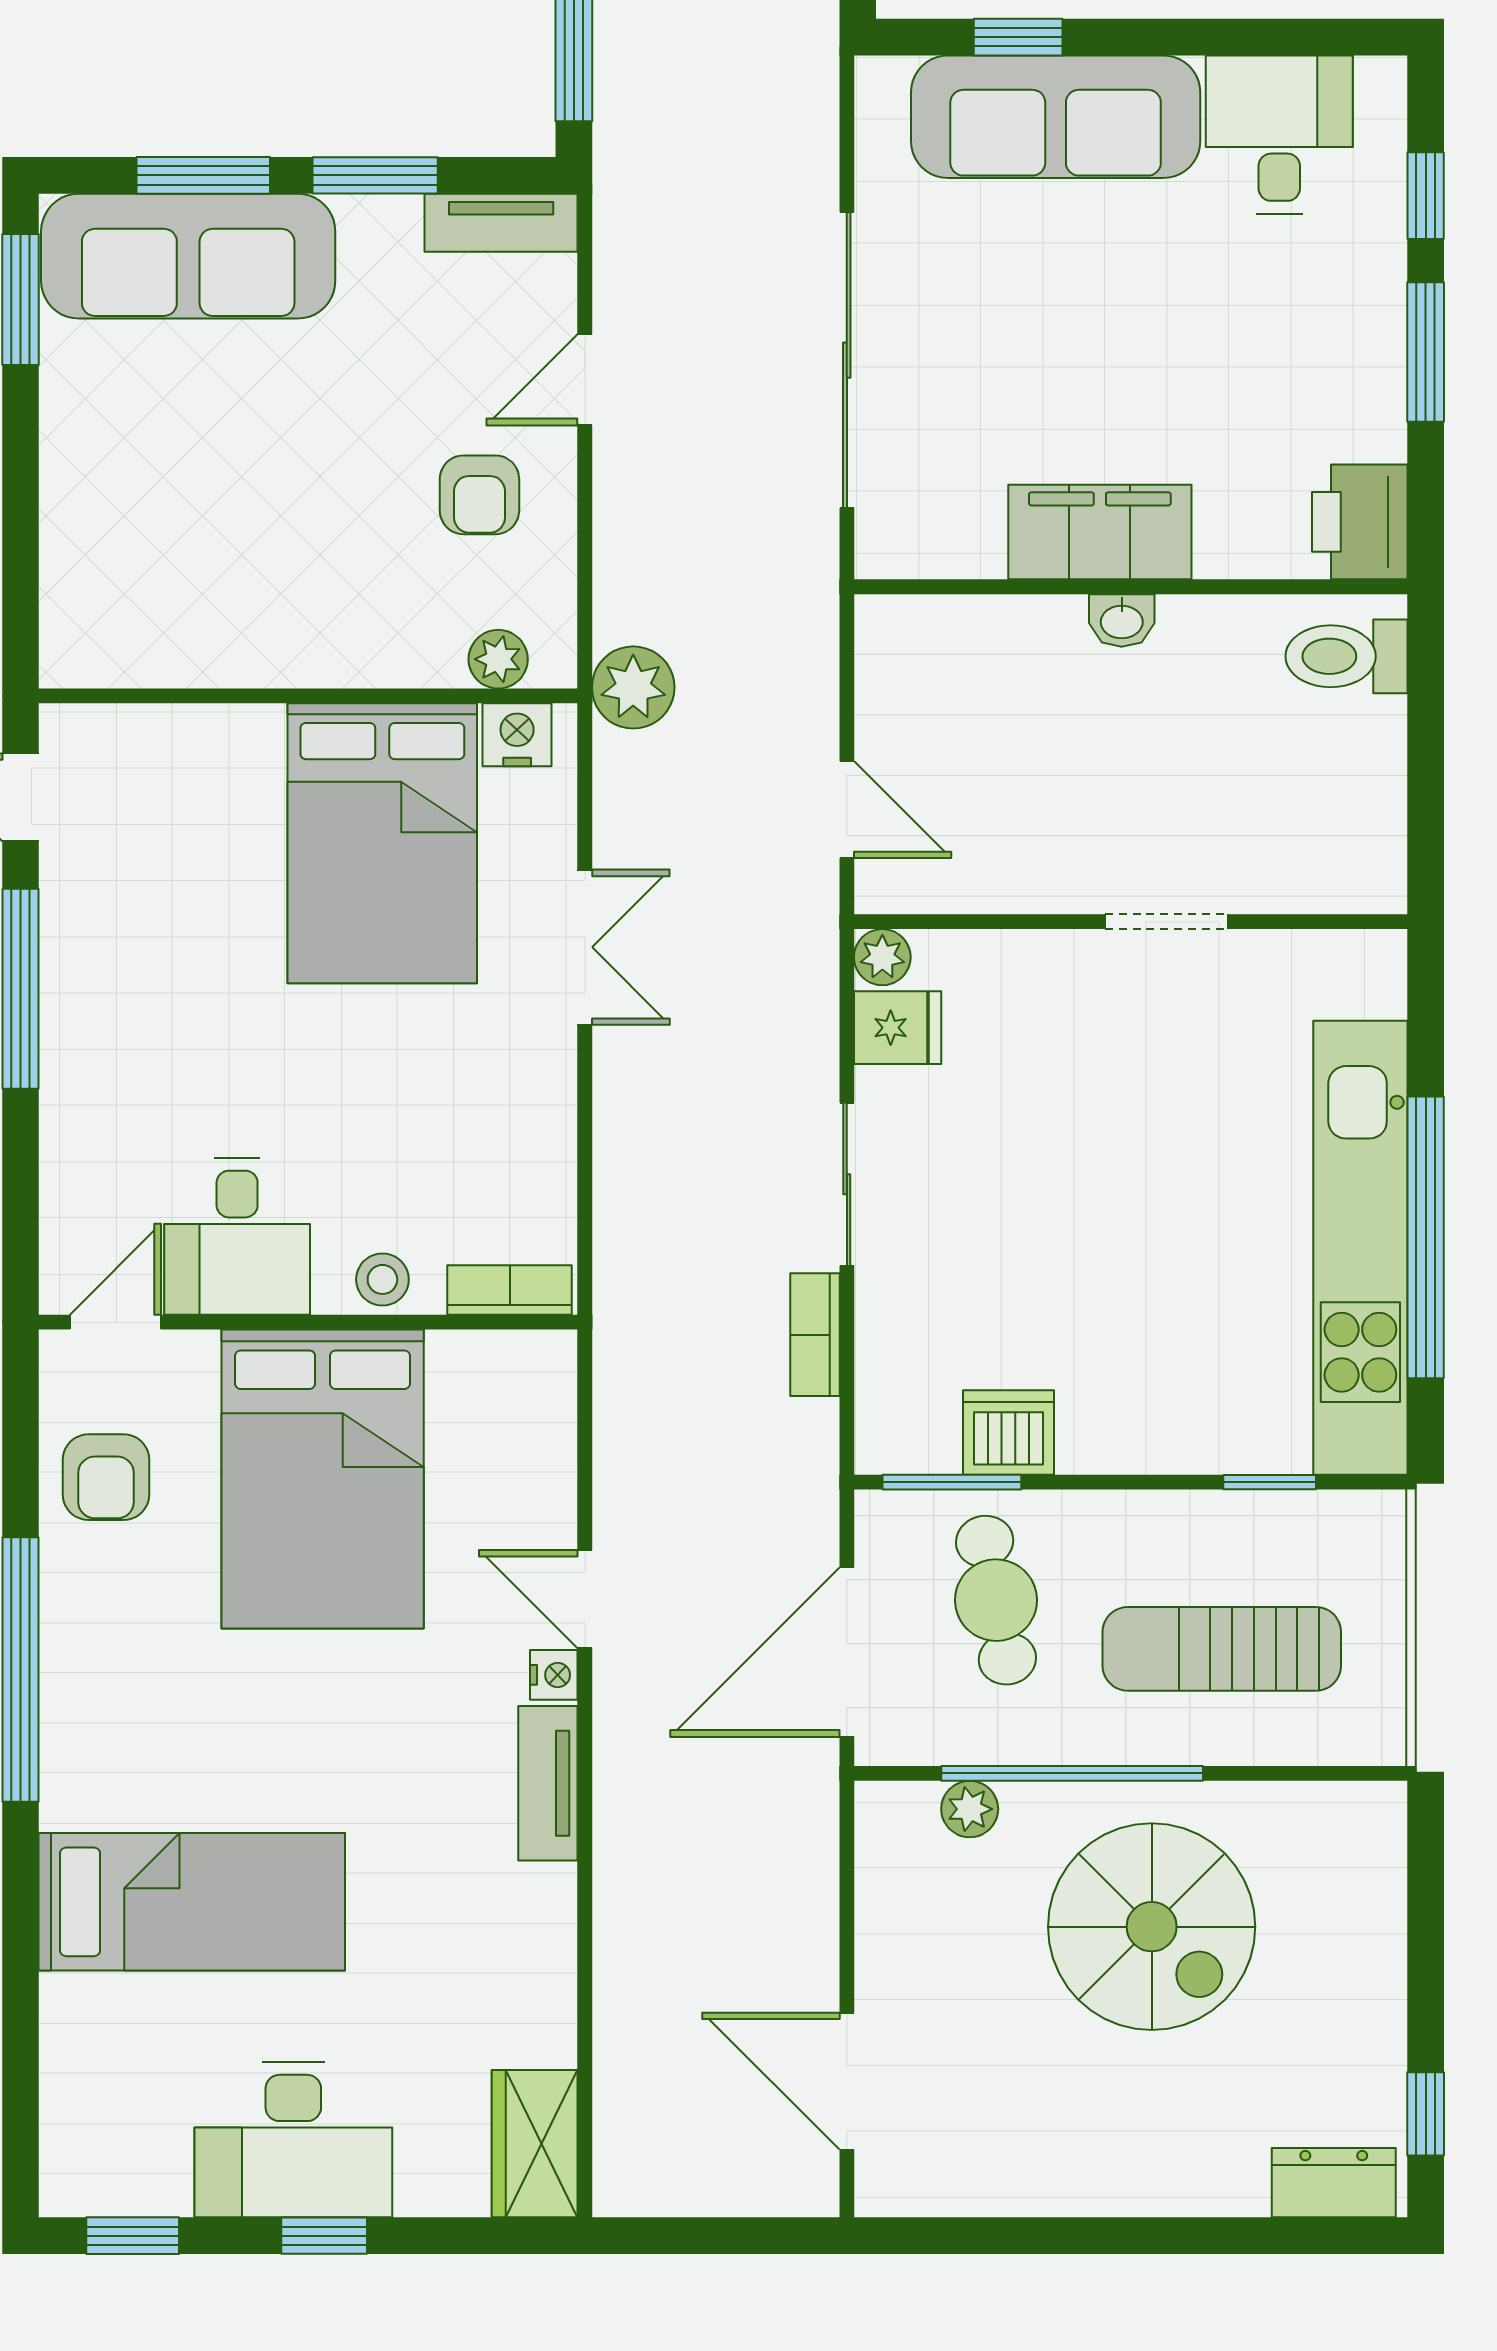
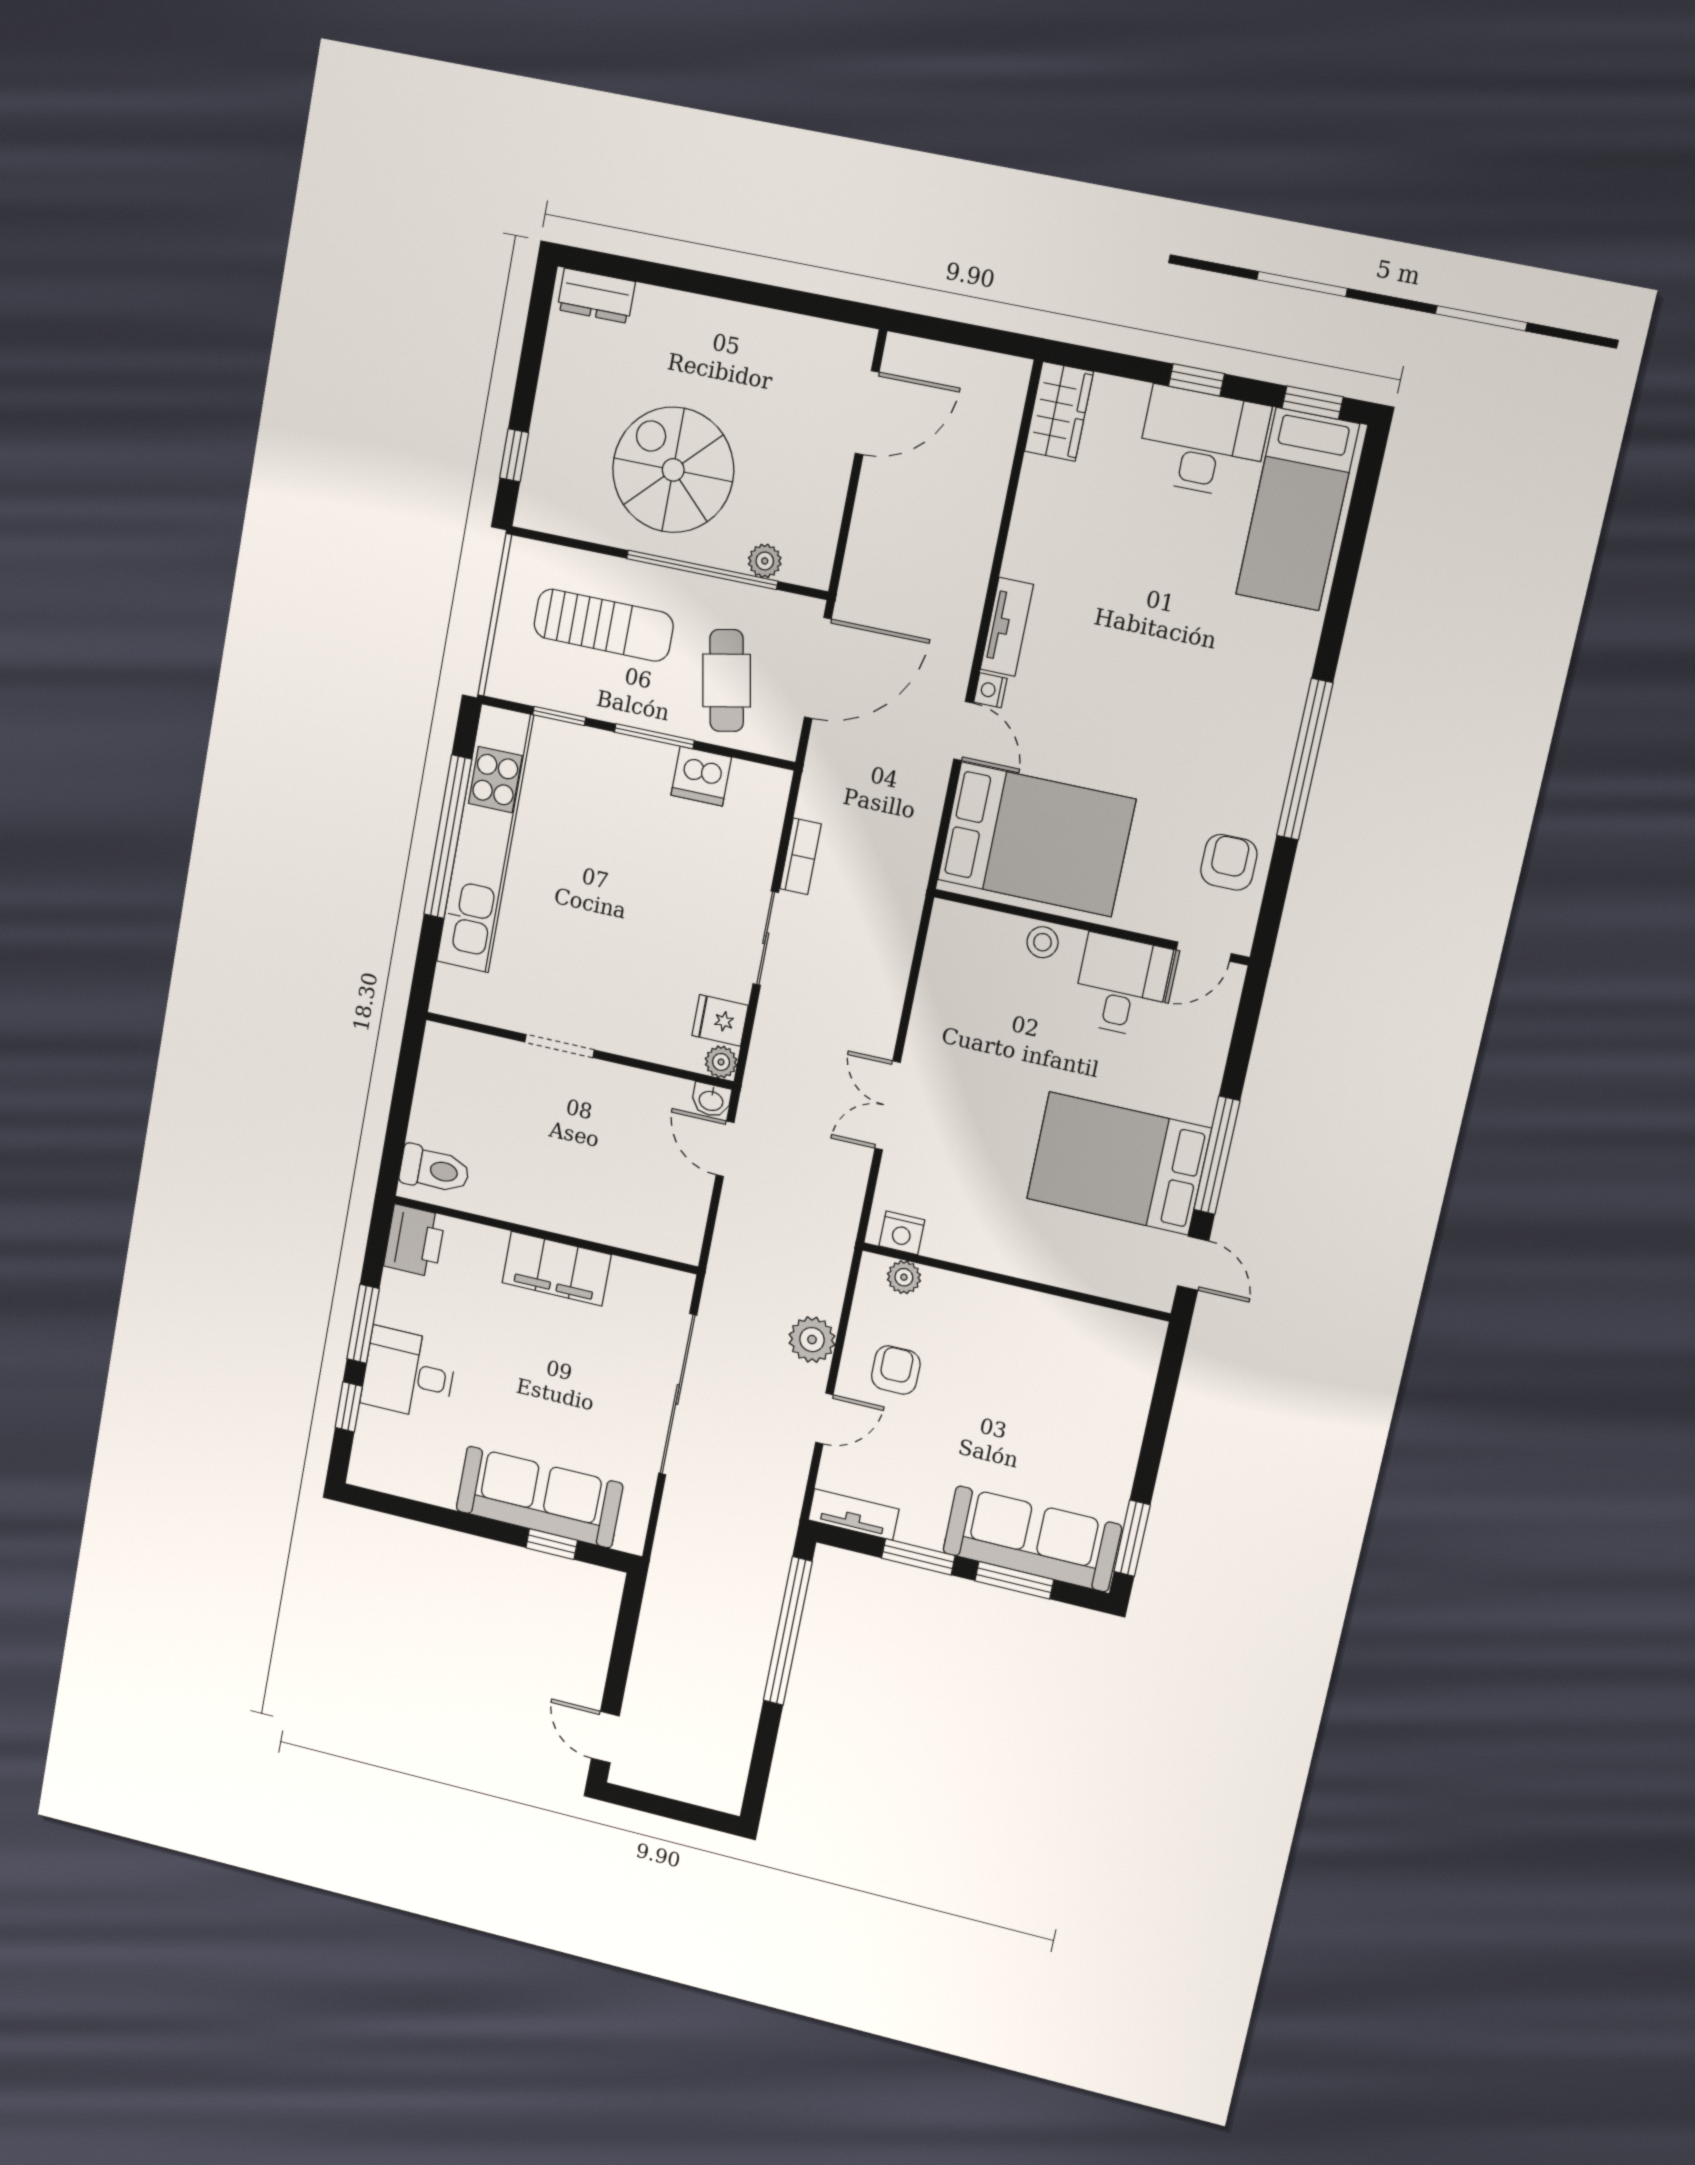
desk: (1279, 134) -> (409, 1374), moved, turned 90
washbasin: (1122, 620) -> (711, 1100), moved, turned 180
plant: (633, 687) -> (812, 1340), moved
bed: (382, 843) -> (1119, 1163), moved, turned -90
bookcase: (510, 1290) -> (970, 920), removed
bed: (323, 1479) -> (1036, 839), moved, turned 90
window: (952, 1482) -> (654, 736), moved
bed: (192, 1902) -> (1297, 509), moved, turned -90
door: (847, 2081) -> (867, 413), hinge flipped
window: (1426, 2114) -> (514, 455), moved

